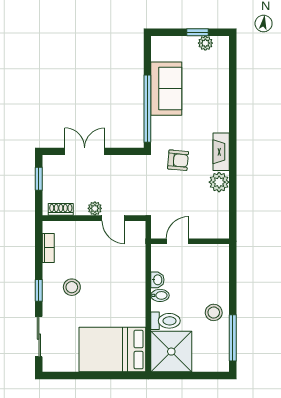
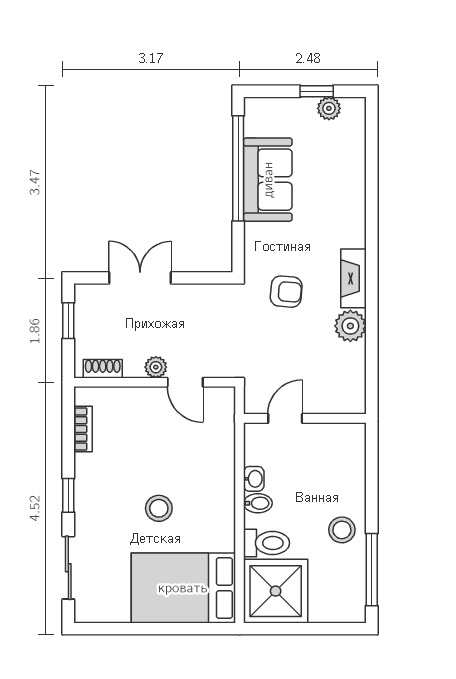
window: (147, 109) -> (238, 168), moved
stool: (72, 287) -> (159, 508), moved

